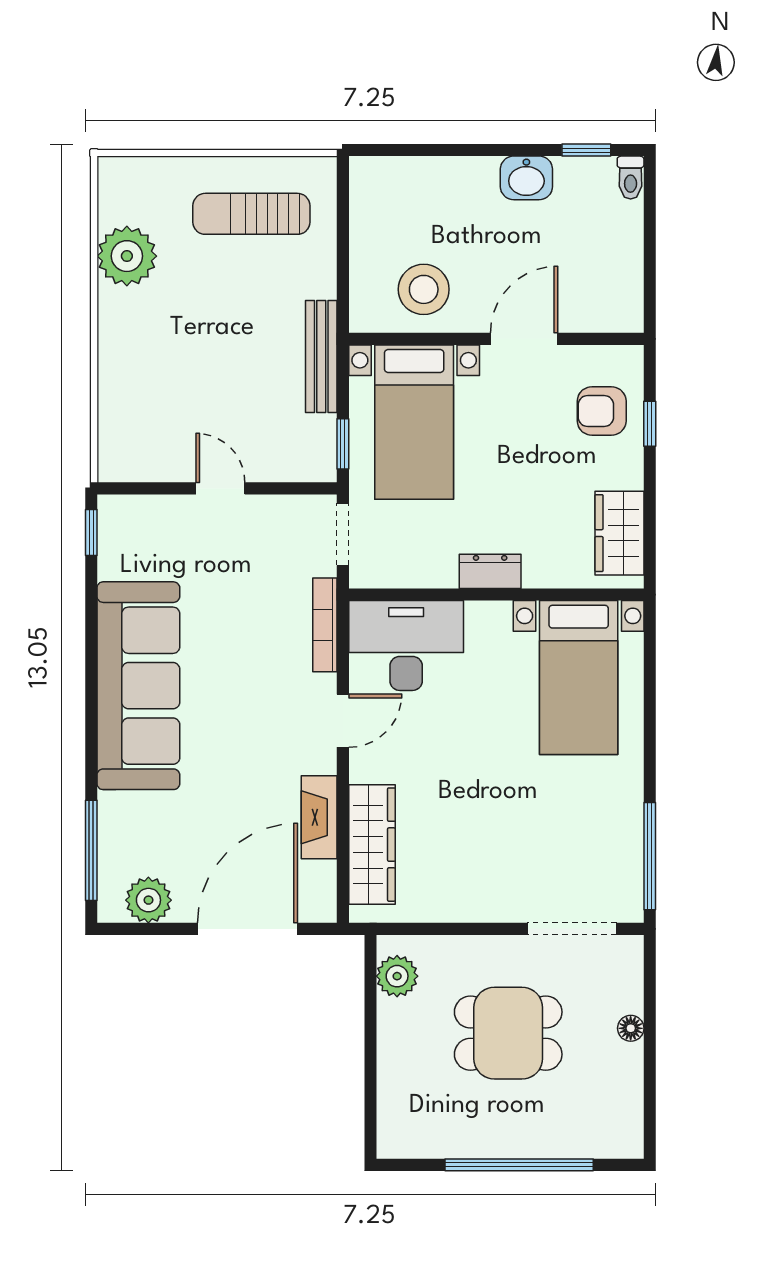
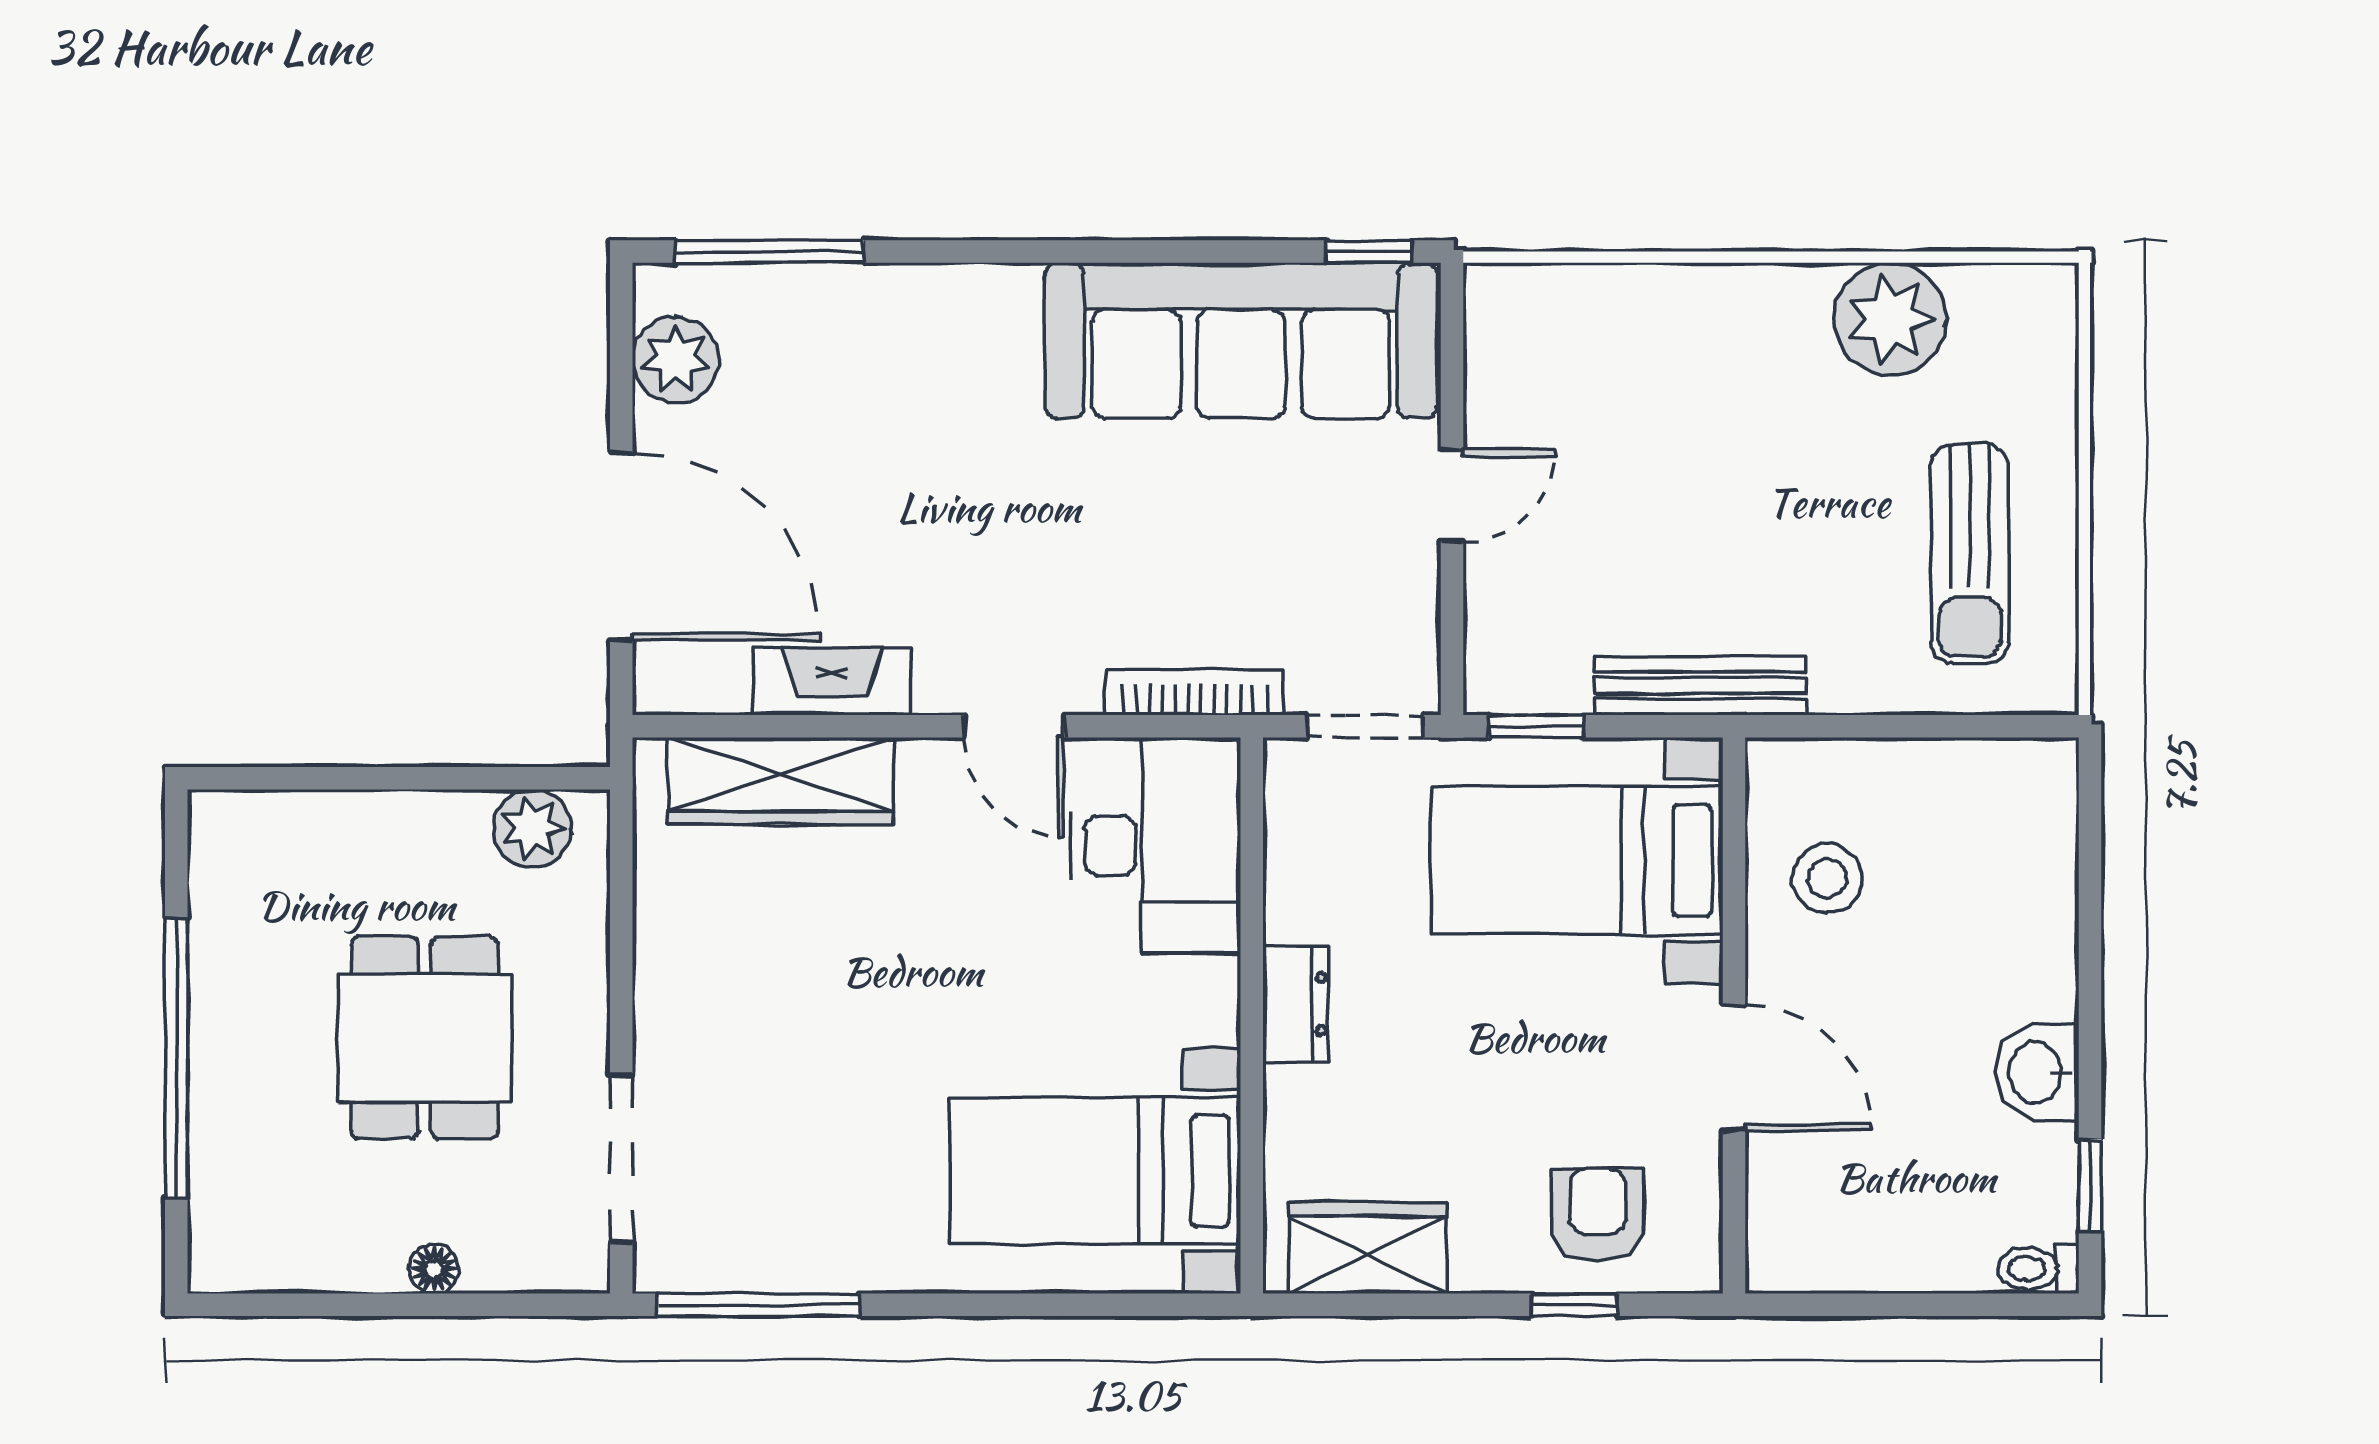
sun lounger: (251, 214) -> (1970, 554), turned 180
stool: (424, 289) -> (1827, 879), width x0.73, depth x0.73
sofa: (138, 686) -> (1241, 341), moved

